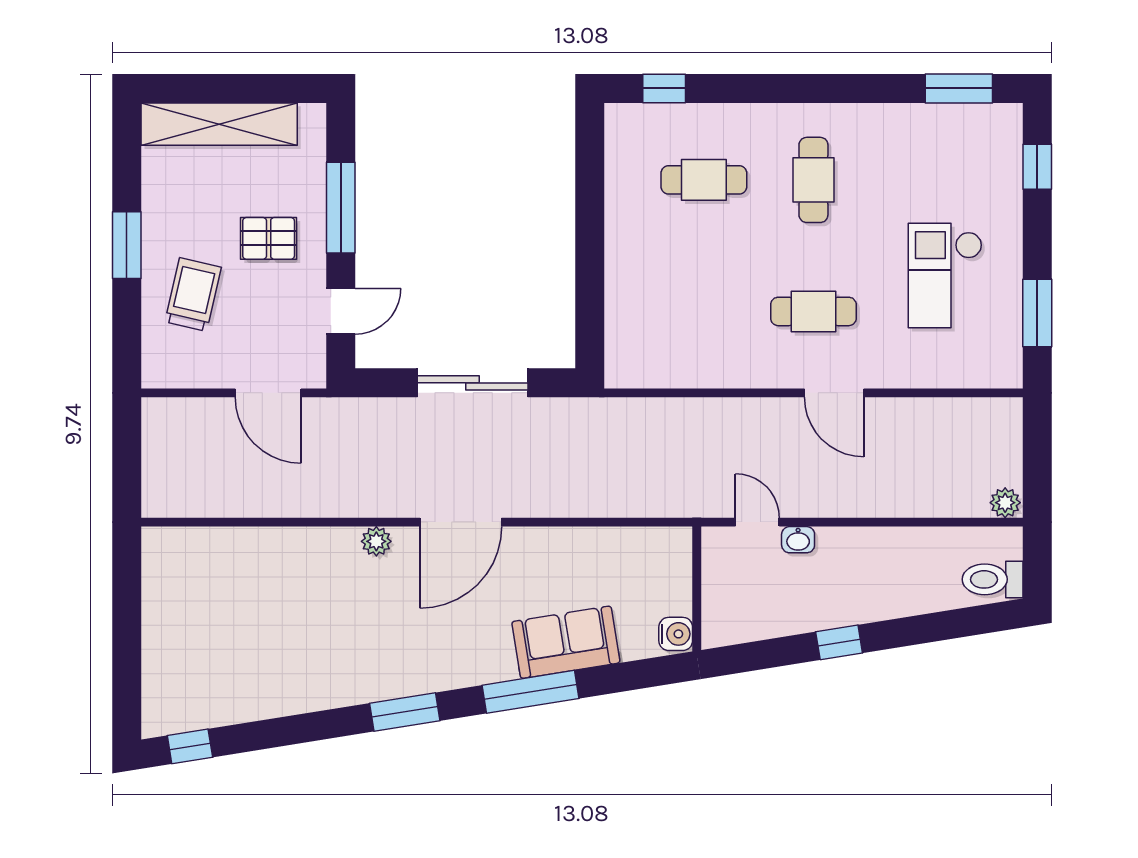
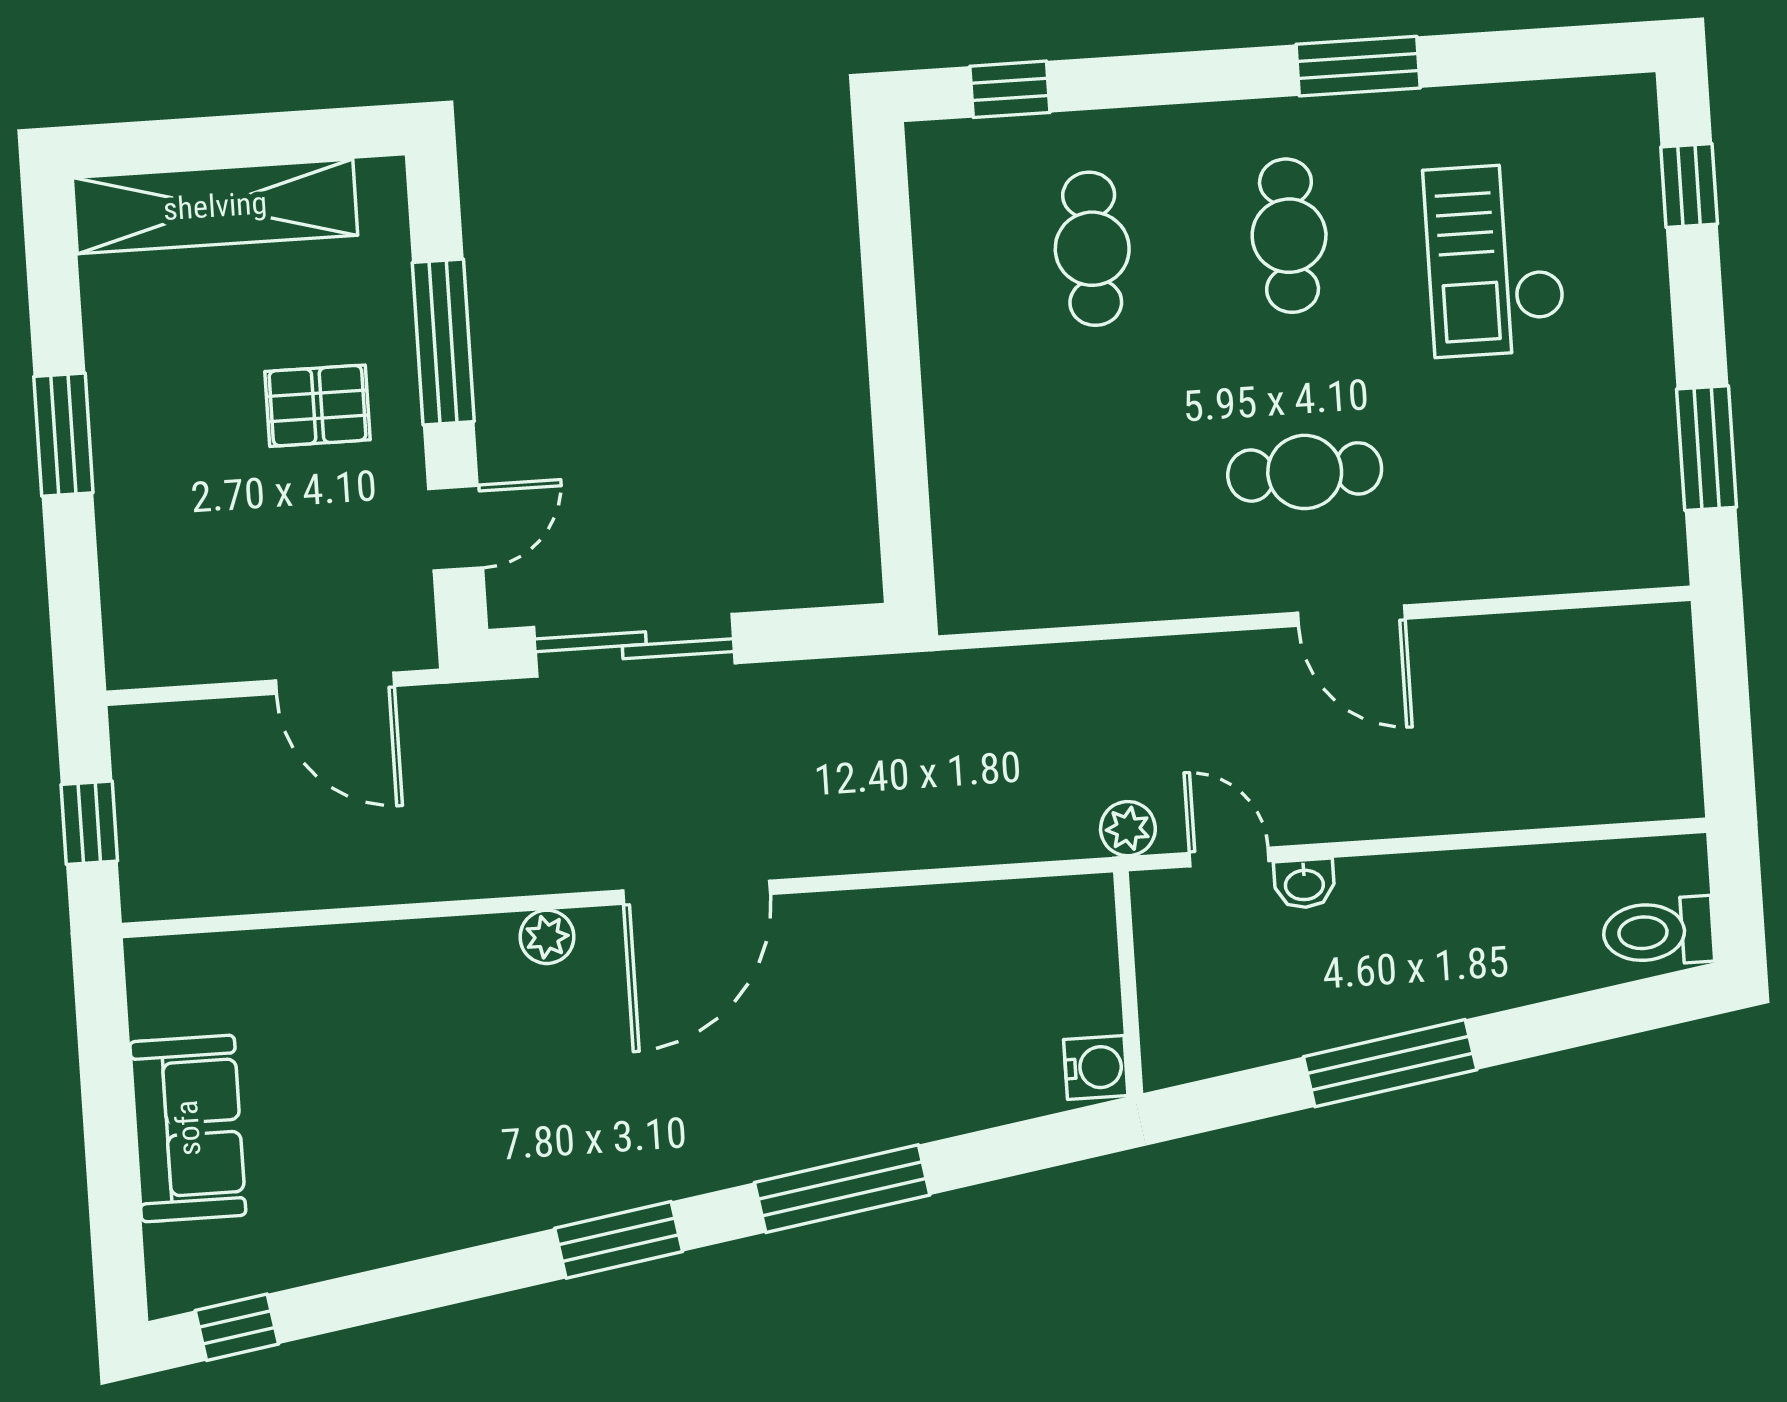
window: (959, 88) -> (1358, 66), moved
cafe table: (704, 180) -> (1092, 249), turned 90
checkout: (945, 275) -> (1495, 260), moved
trolley: (193, 294) -> (188, 515), removed
sliding door: (473, 383) -> (634, 645), moved
window: (127, 461) -> (89, 823), added
plant: (1005, 503) -> (1128, 829), moved
sofa: (566, 642) -> (188, 1128), moved, turned 99
window: (839, 642) -> (1390, 1063), width x2.17

